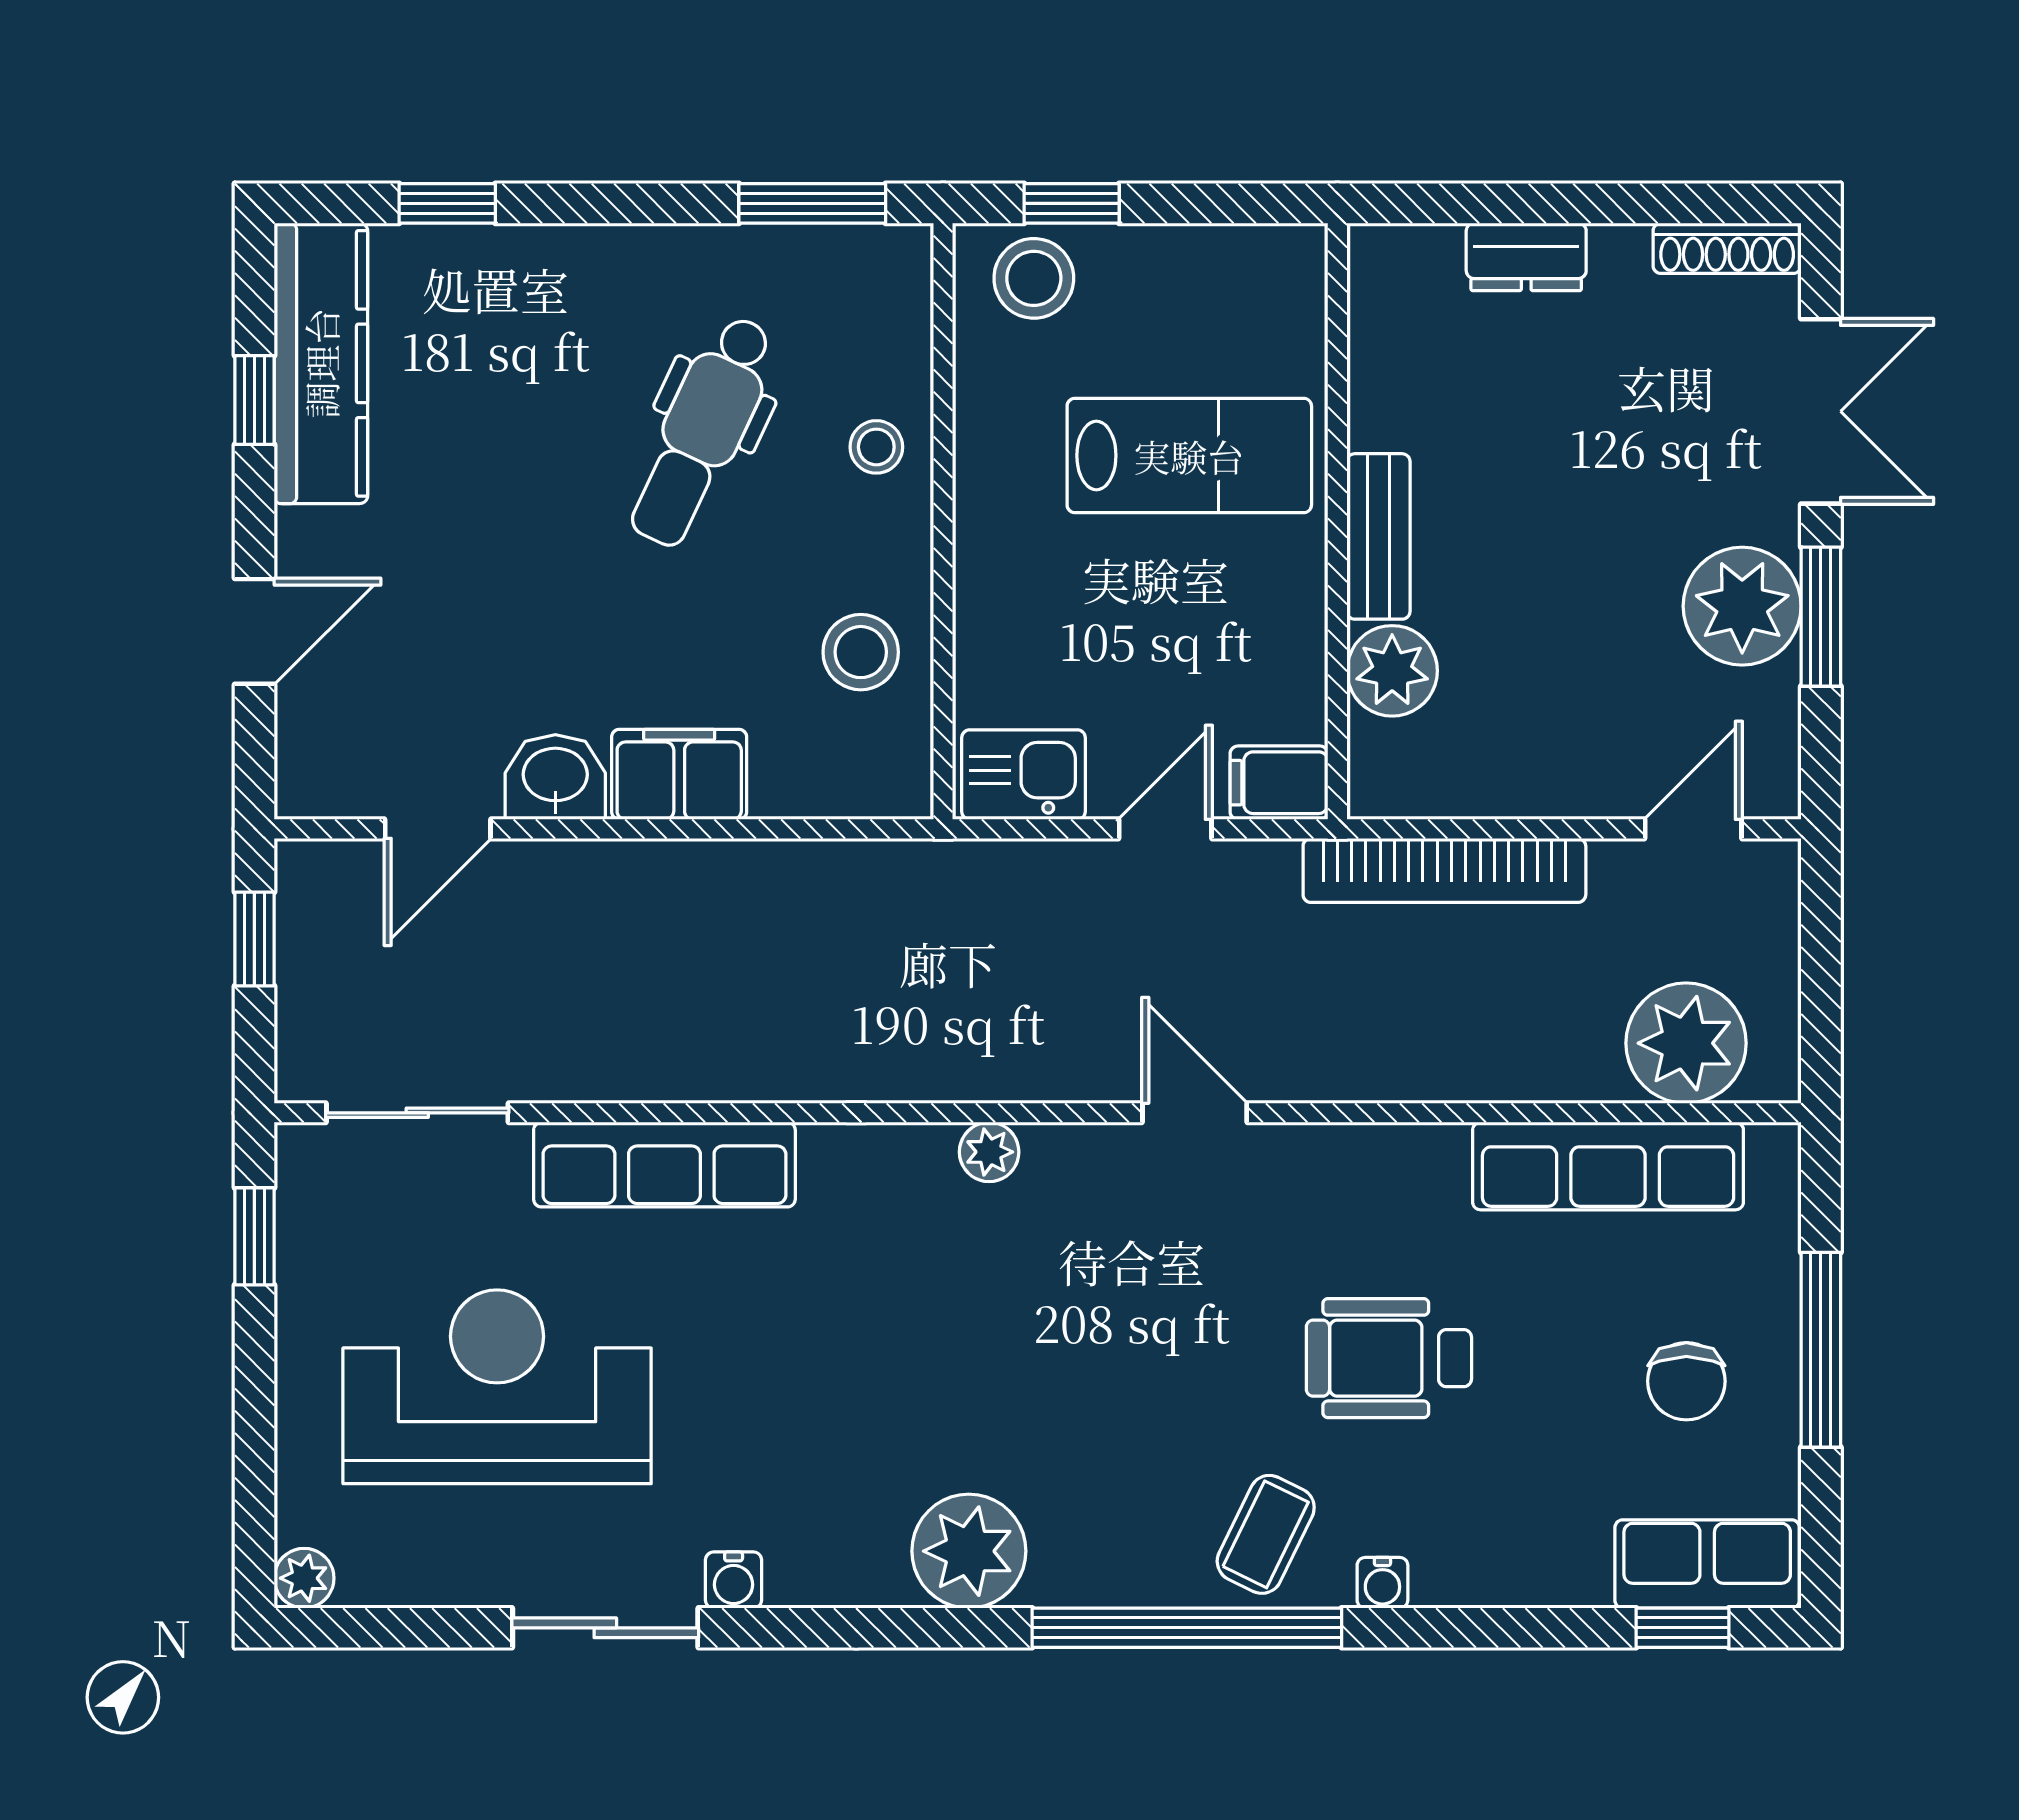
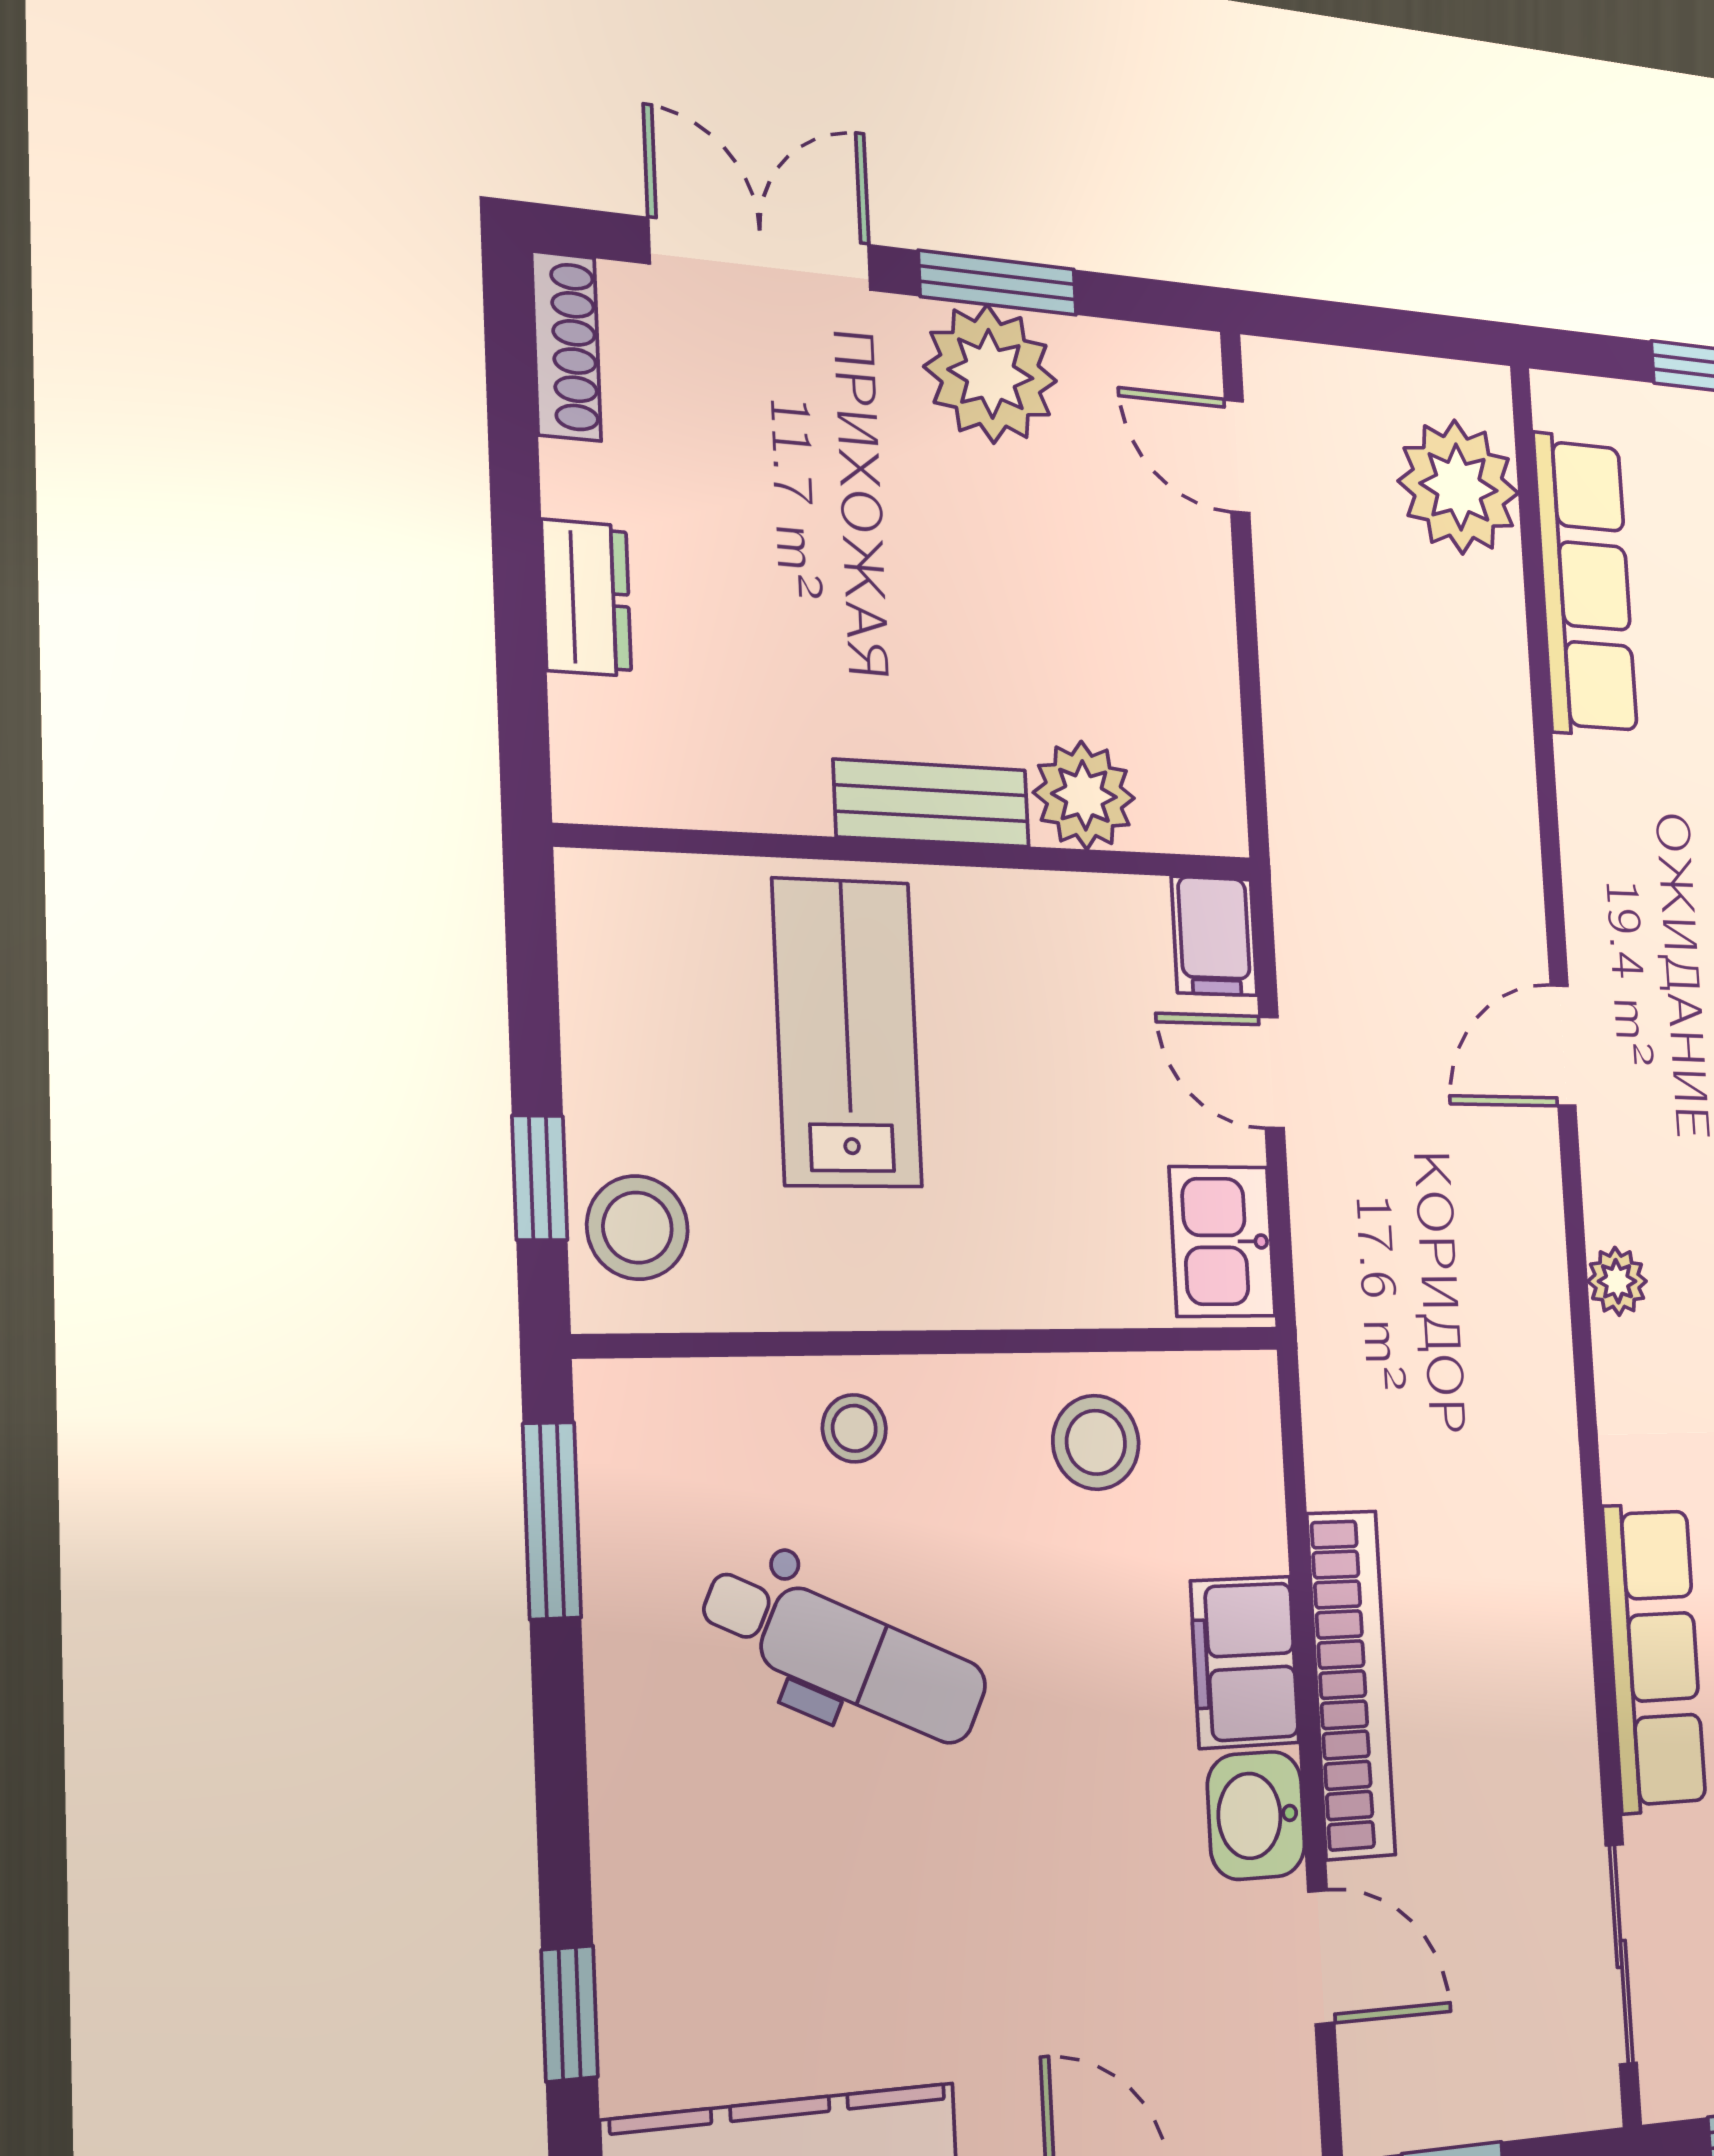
bookcase: (1444, 870) -> (1351, 1684), moved

